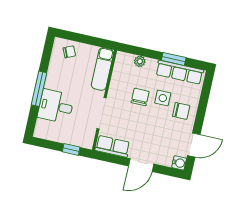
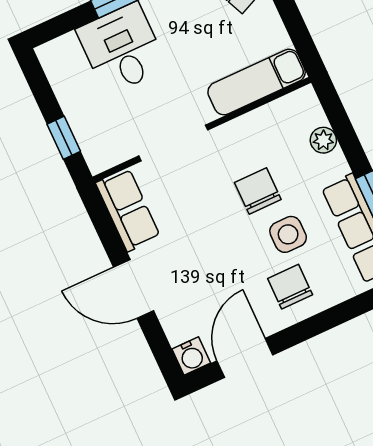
chair: (140, 97) -> (258, 191), turned -90
chair: (181, 111) -> (290, 287), turned 180
door: (194, 145) -> (245, 358), swing flipped

